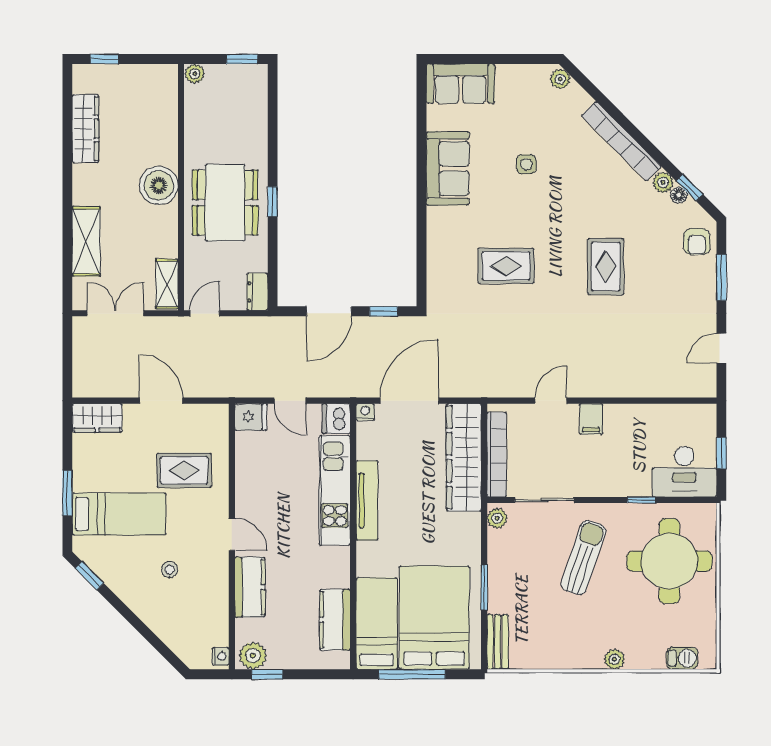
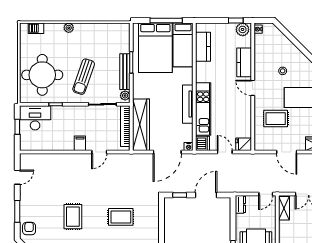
bench: (498, 642) -> (125, 72), moved, width x1.36

